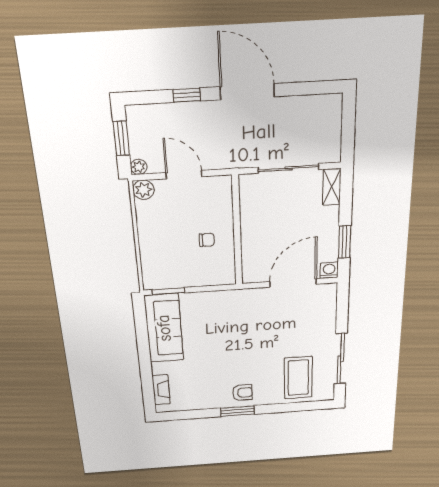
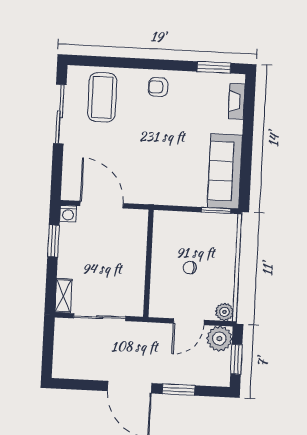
window: (187, 95) -> (179, 390), width x1.50
plant: (139, 167) -> (219, 339), width x1.88, depth x1.88
door: (184, 175) -> (189, 322), hinge flipped
chair: (207, 240) -> (190, 268), moved
door: (293, 283) -> (102, 205), swing flipped
window: (237, 411) -> (214, 67), moved

